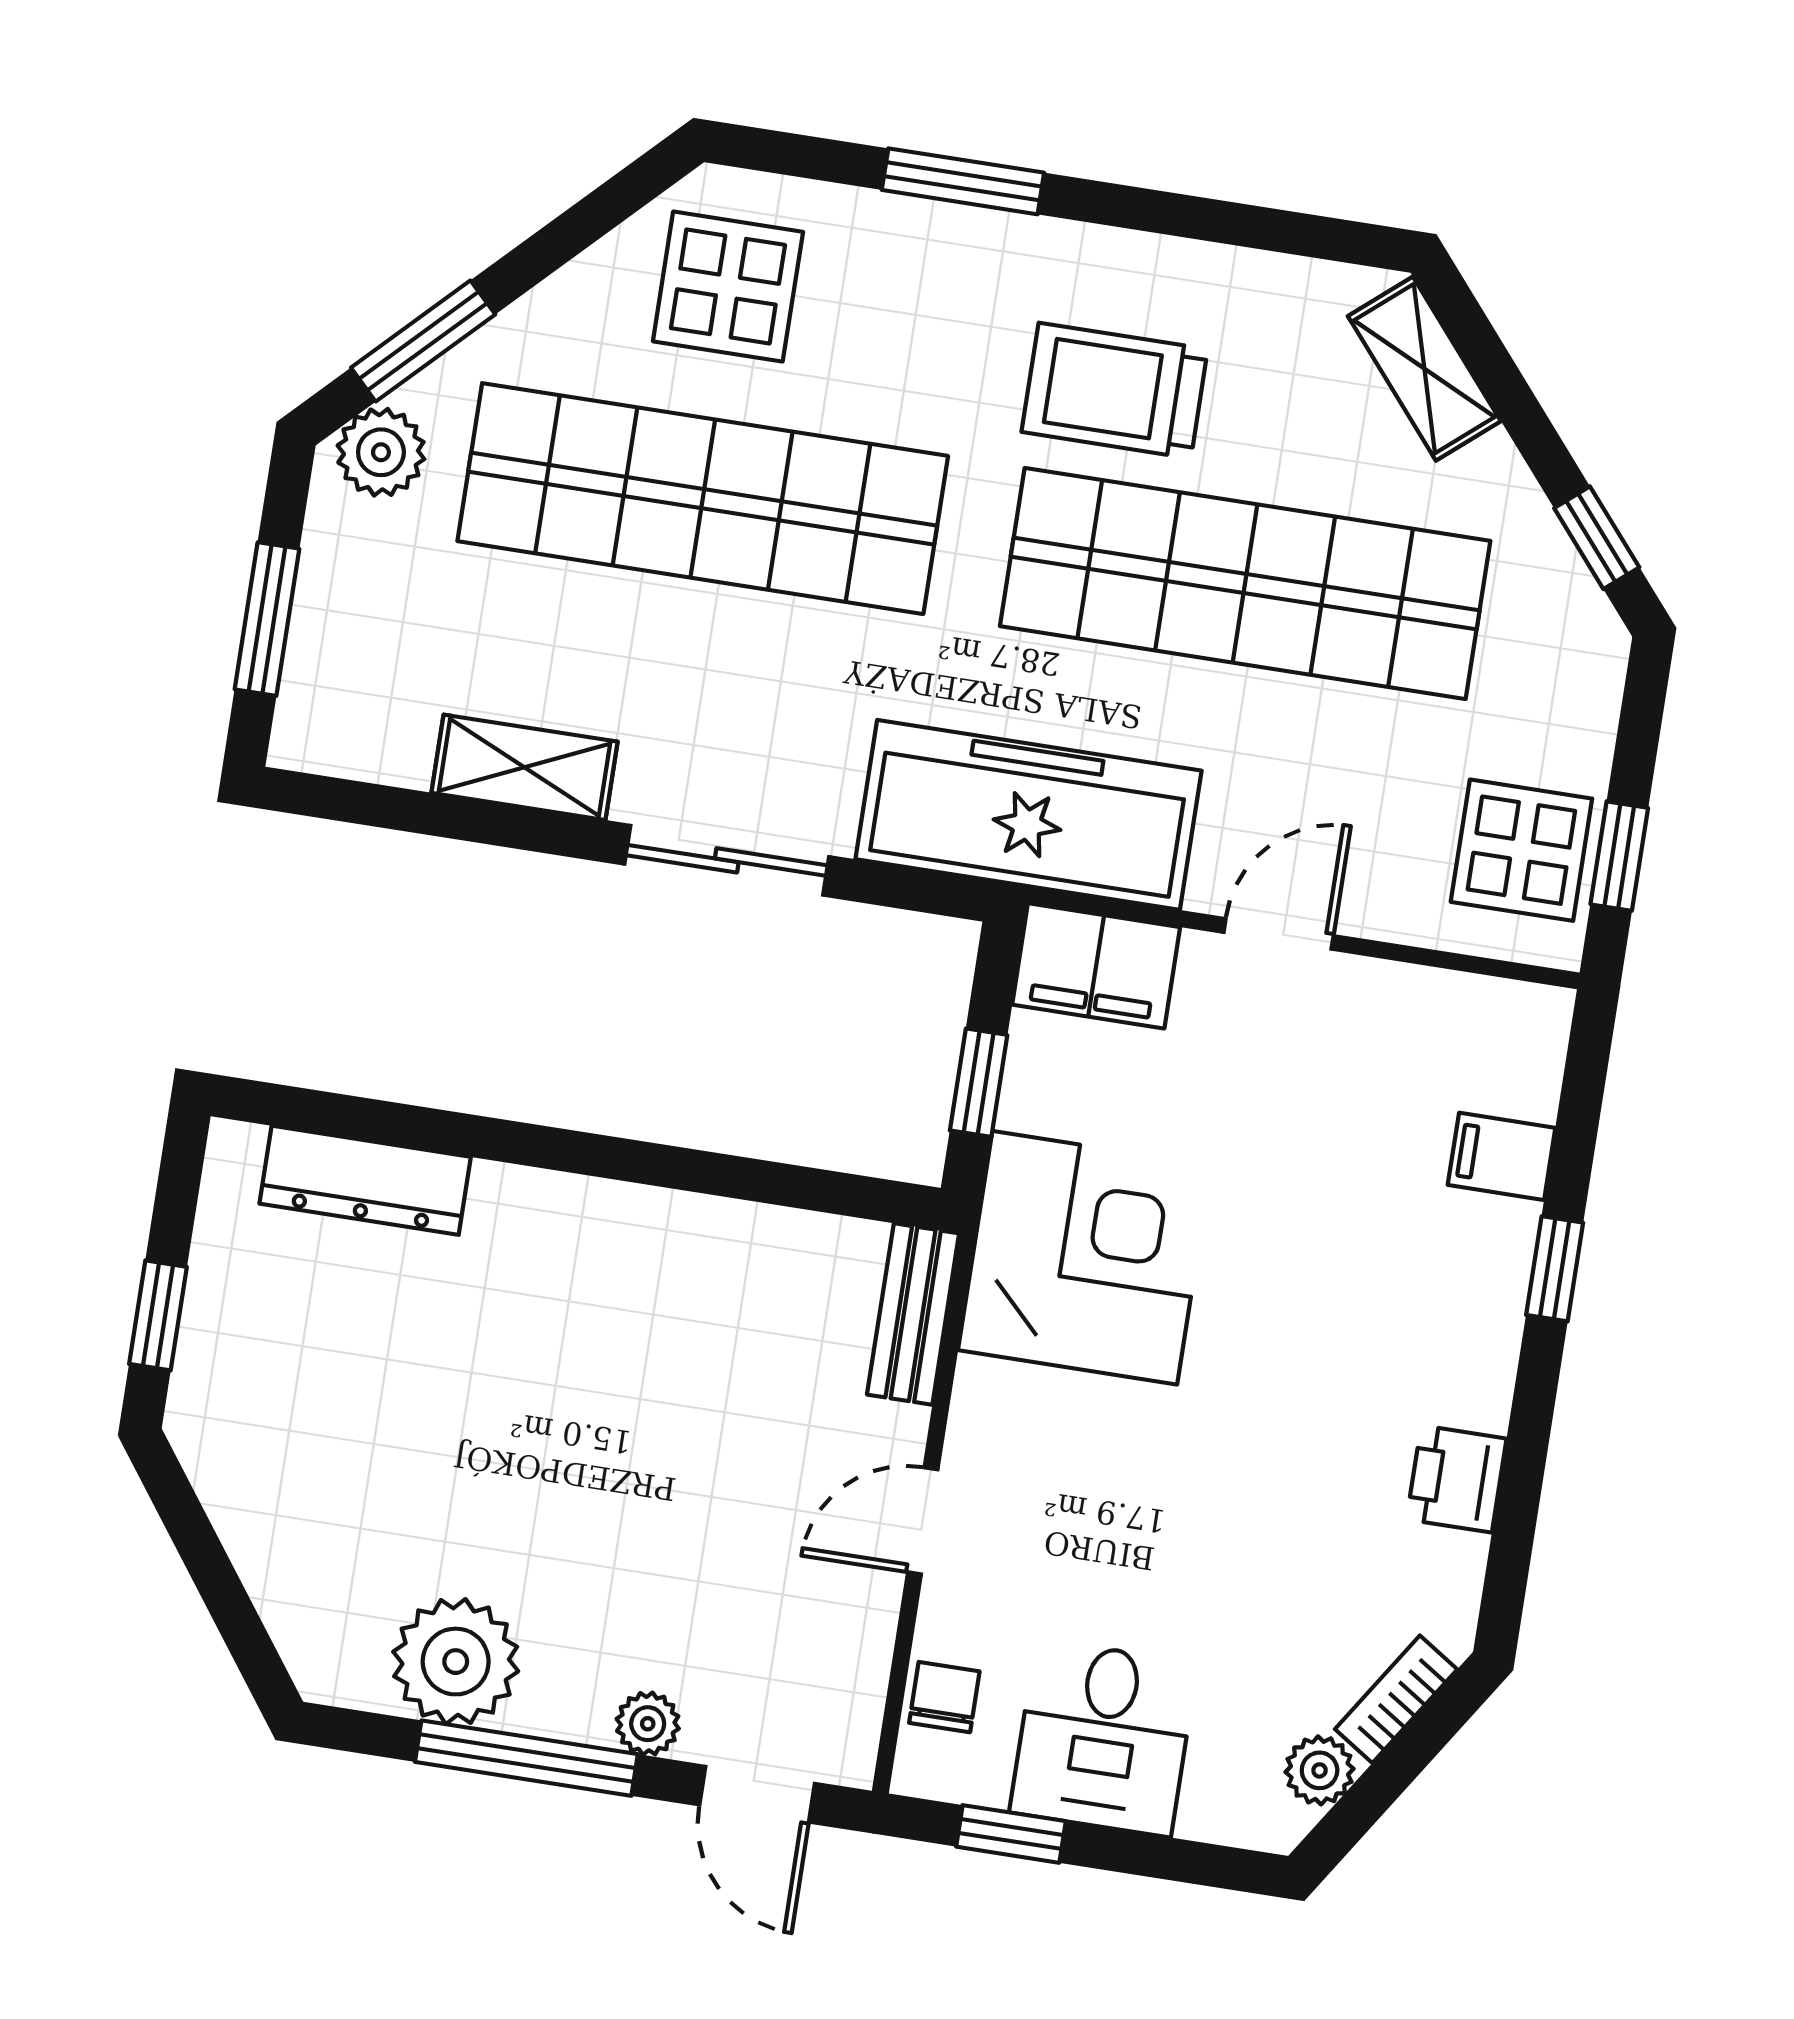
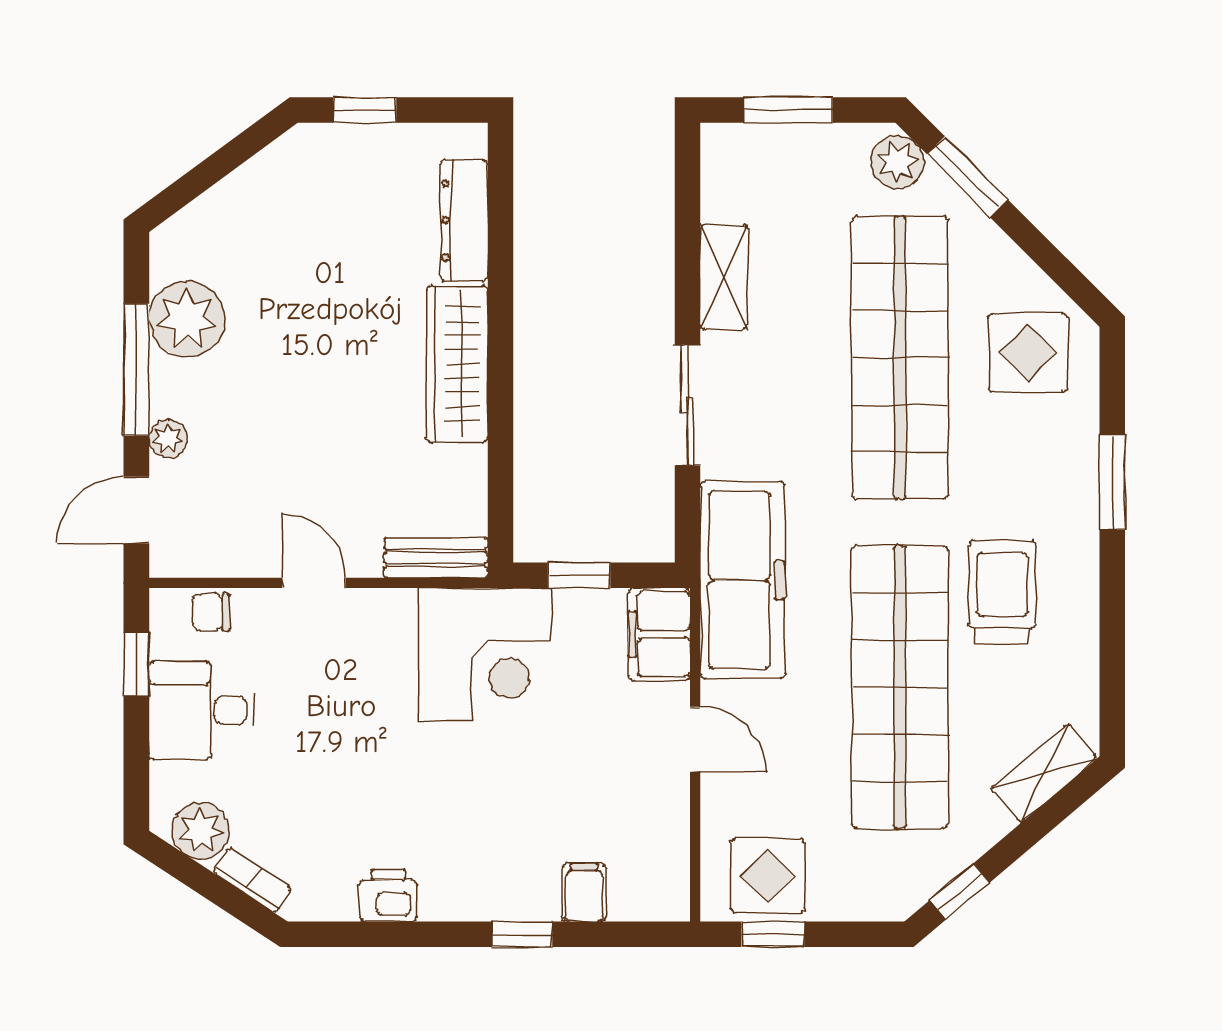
wardrobe: (599, 1228) -> (457, 364), added
chair: (944, 1697) -> (211, 612), turned 180
plant: (1320, 1770) -> (200, 831), width x1.38, depth x1.38

